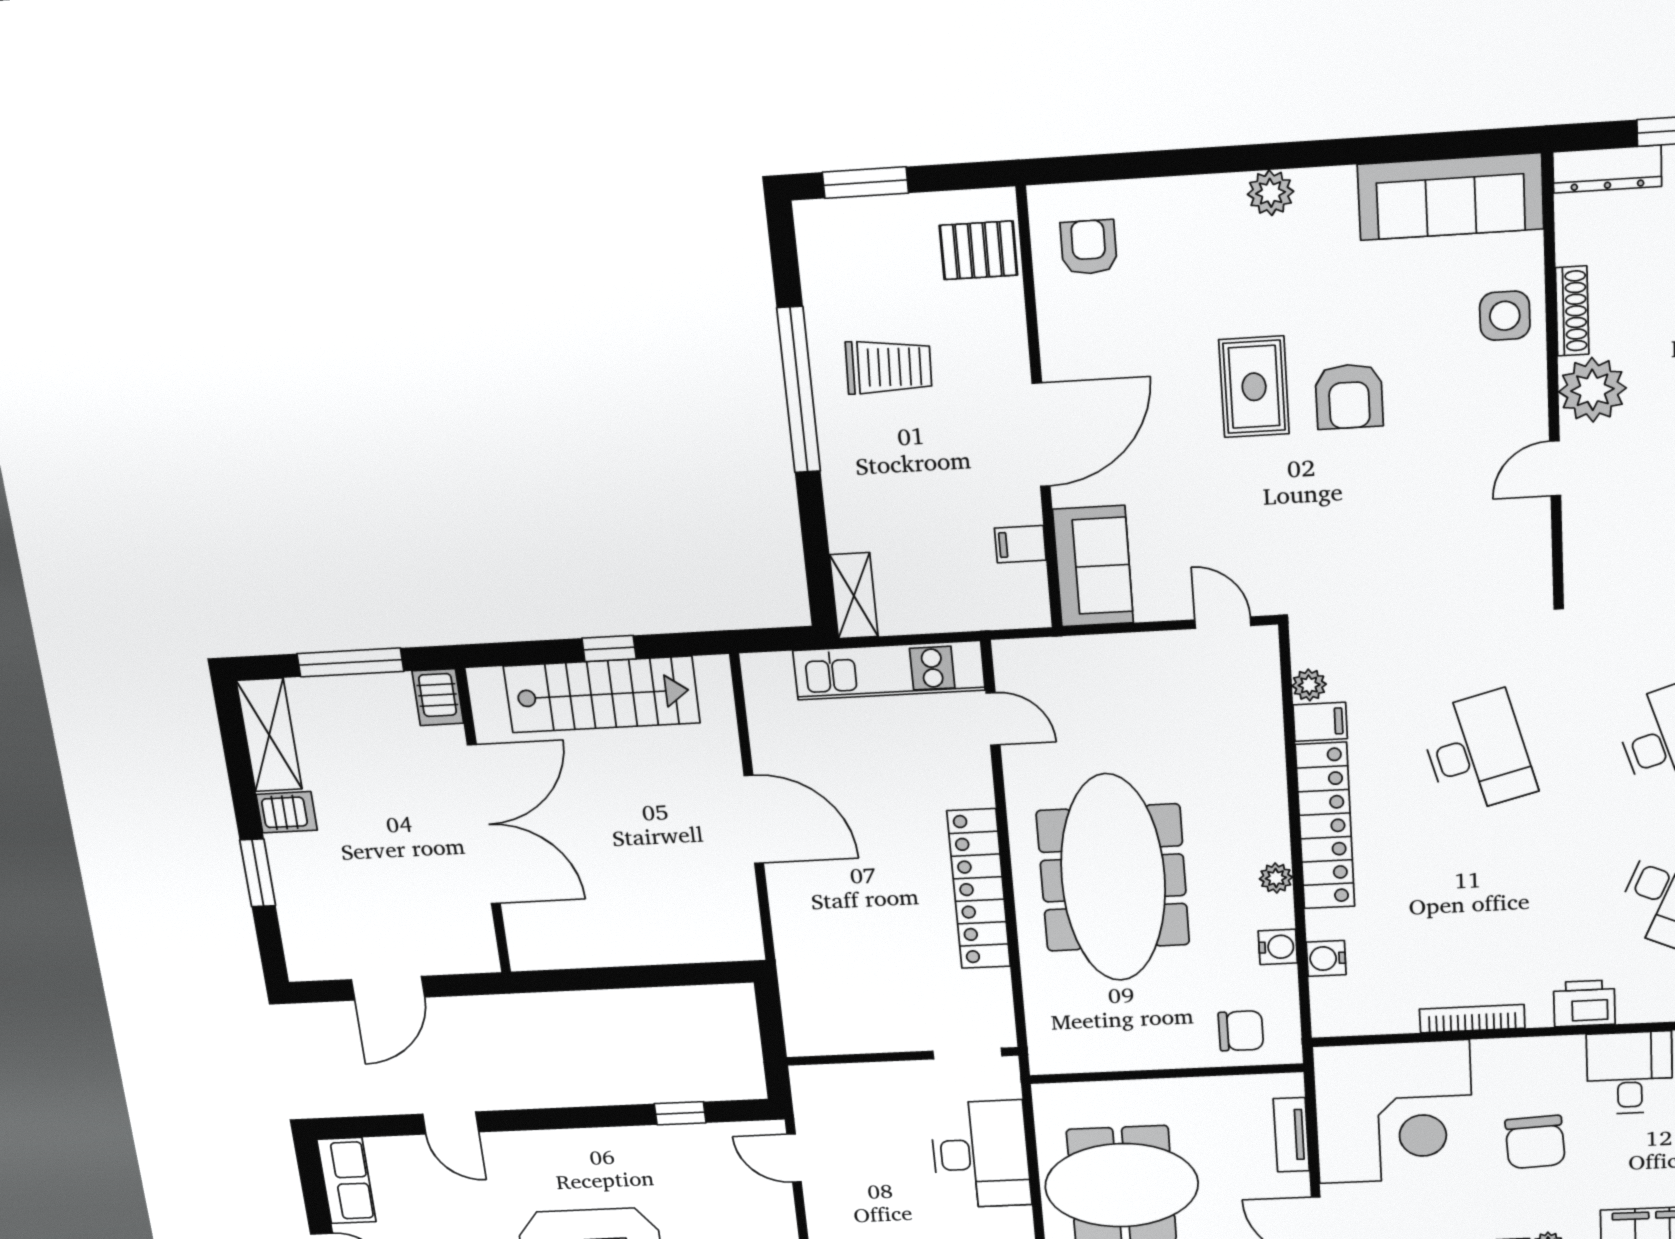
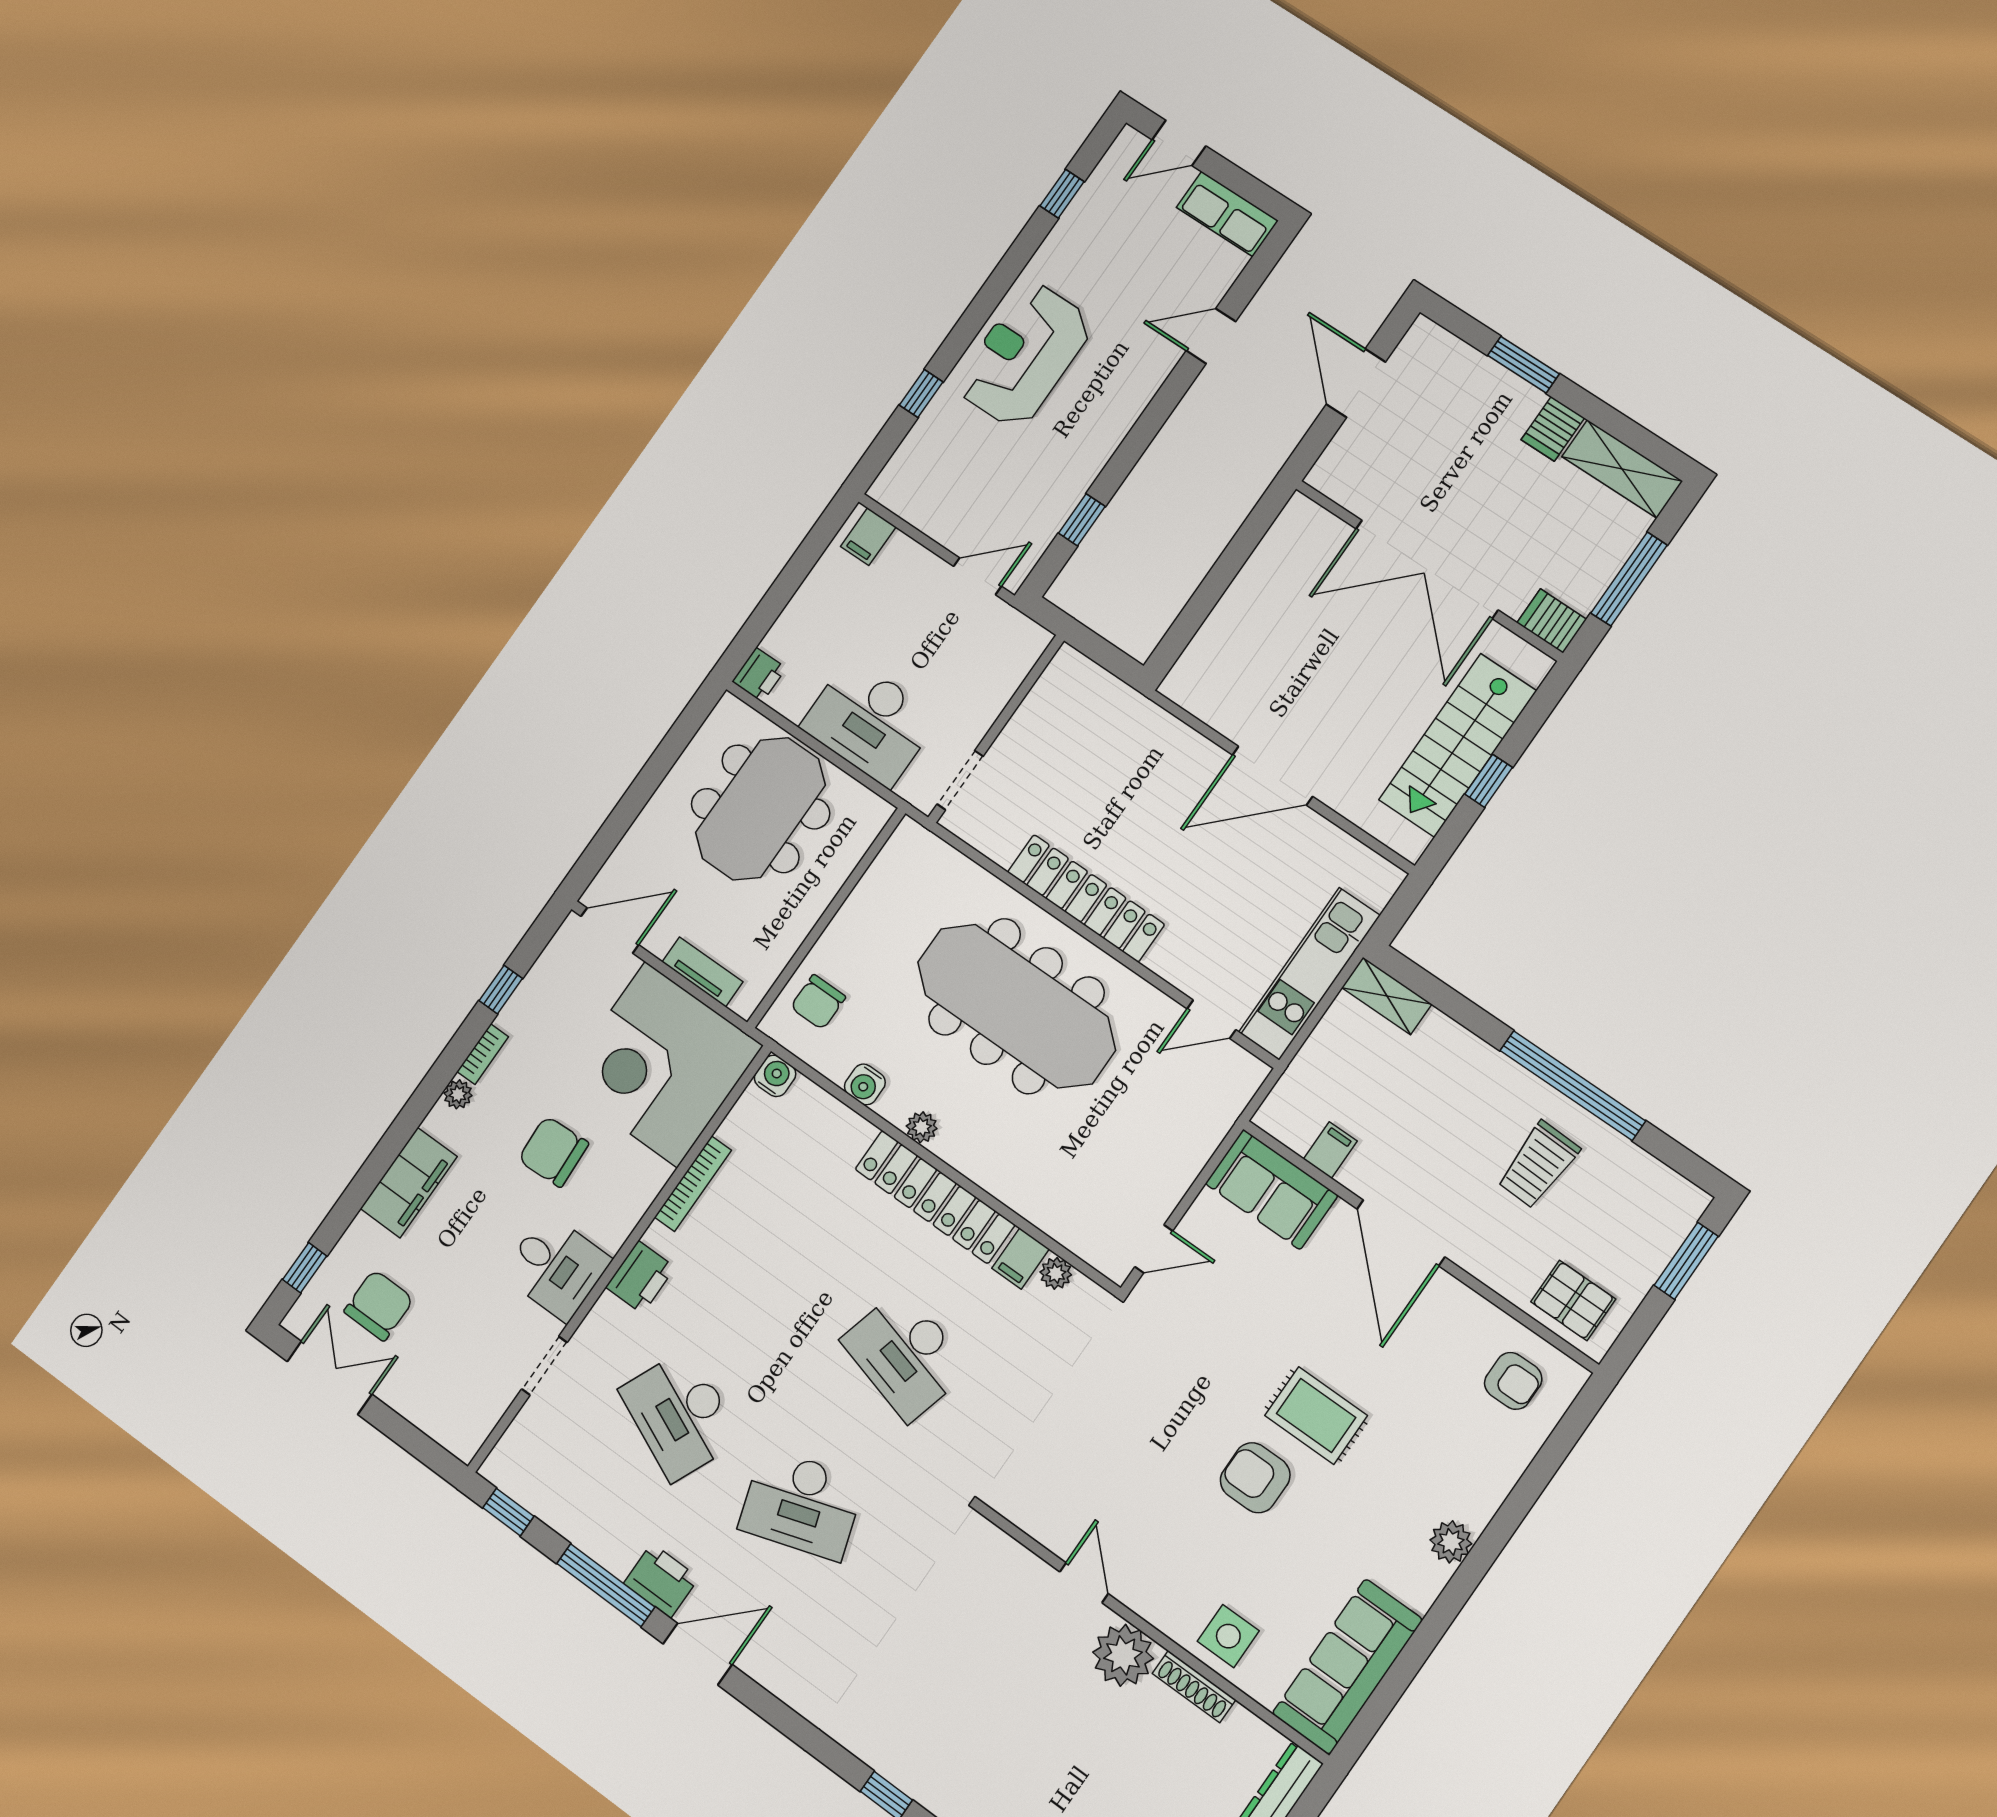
pallet: (978, 250) -> (1573, 1300), turned 90
desk: (1477, 753) -> (906, 1355), turned 30
water cooler: (1326, 958) -> (775, 1076), moved

